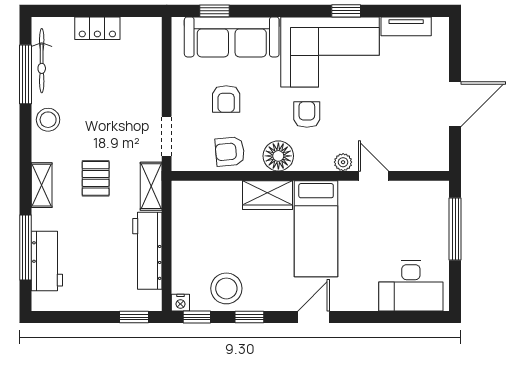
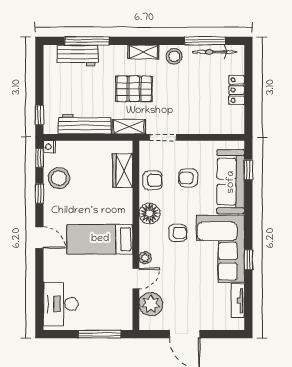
armchair: (230, 152) -> (152, 180), turned 95
plant: (411, 154) -> (151, 304), added
pallet: (96, 178) -> (134, 89), width x1.50, depth x1.42
shelving: (42, 185) -> (143, 52), moved
wardrobe: (268, 195) -> (123, 171), moved

